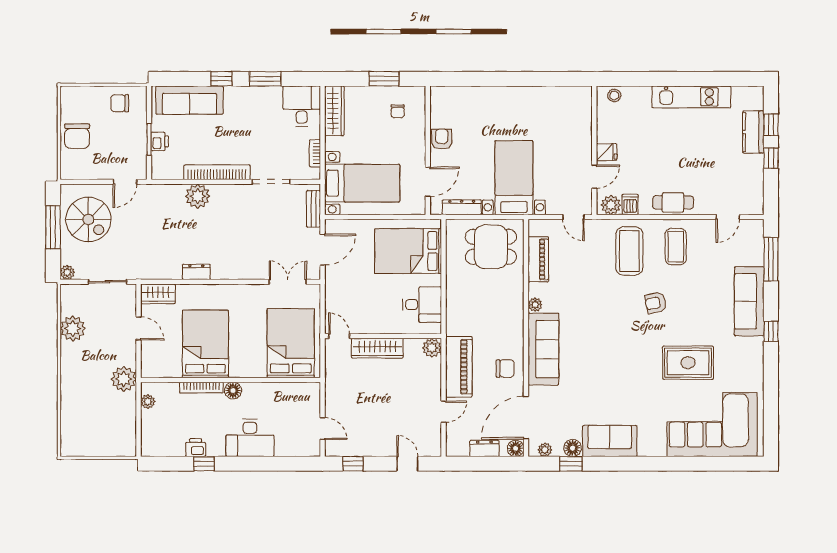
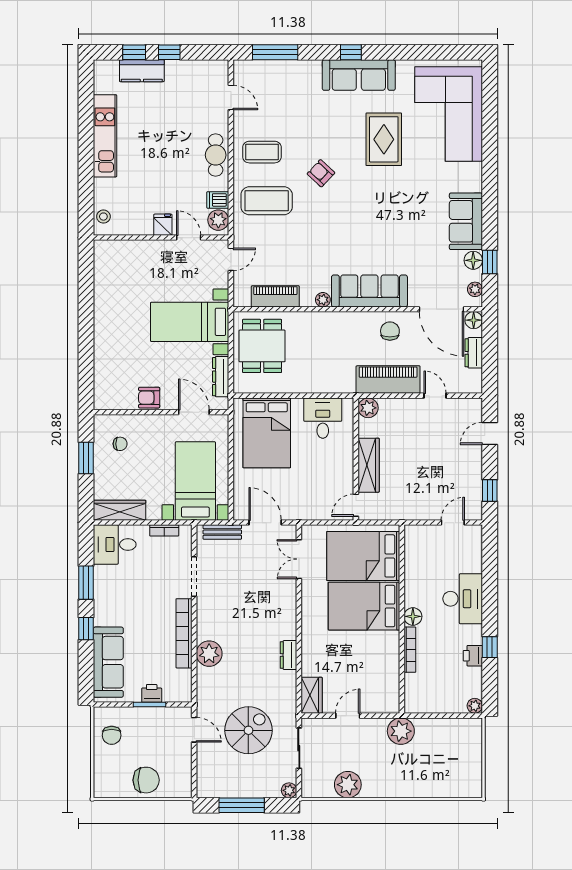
spiral stairs: (88, 219) -> (248, 730), moved
sofa: (749, 301) -> (359, 75), moved
armchair: (656, 303) -> (321, 173), turned 145
bed: (205, 344) -> (364, 606), moved
plant: (148, 402) -> (475, 706), moved

